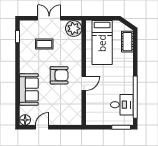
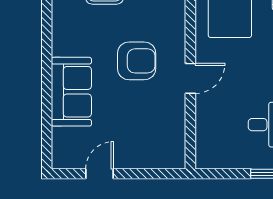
floor lamp: (25, 120) -> (63, 158), removed

